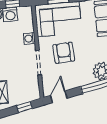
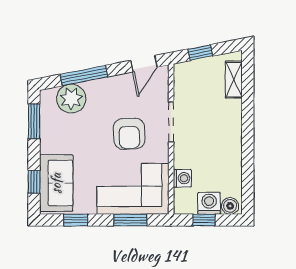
washing machine: (29, 38) -> (182, 178), moved

